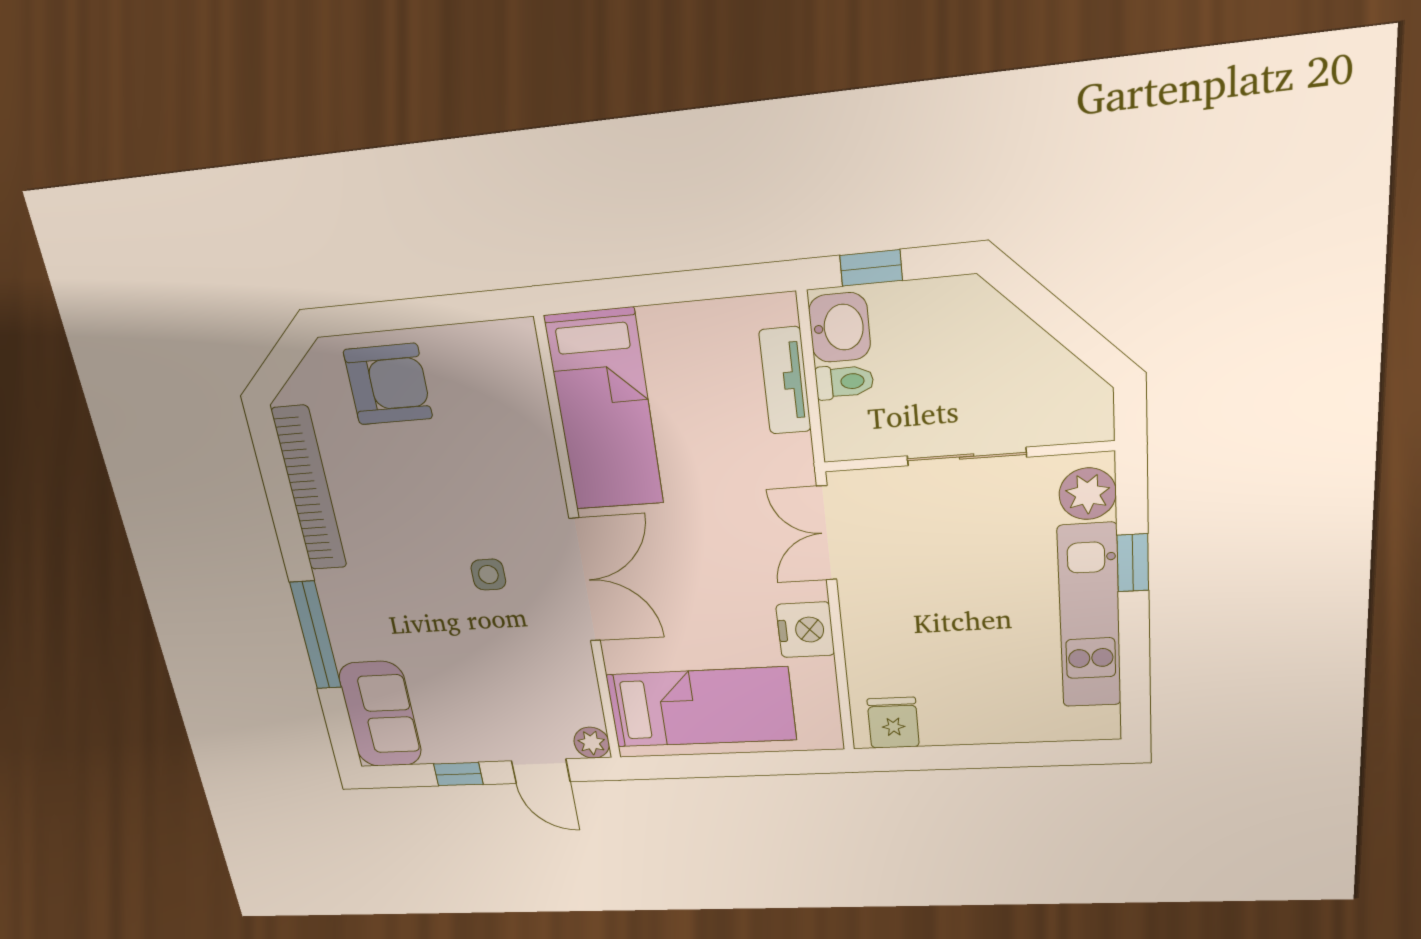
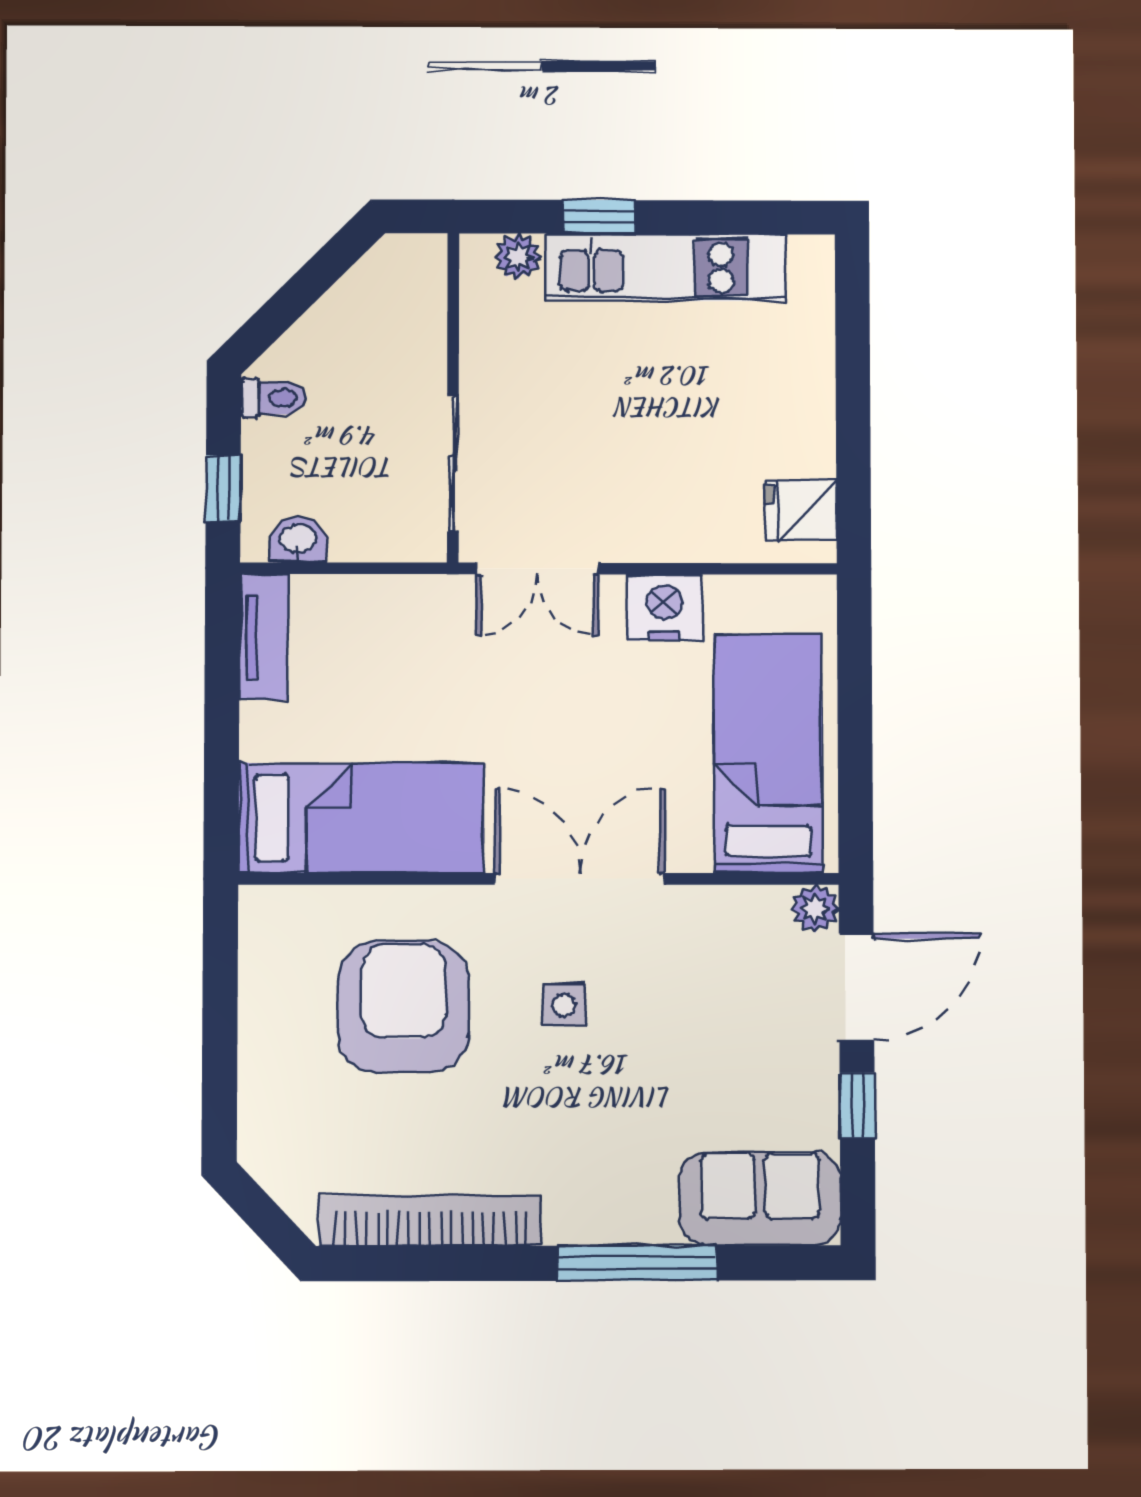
washbasin: (840, 328) -> (298, 540), width x0.72, depth x0.69
tv unit: (785, 381) -> (264, 637), moved, turned -90
toilet: (844, 382) -> (274, 398), moved, turned 90
armchair: (388, 384) -> (403, 1007), moved, width x1.36, depth x1.36
sliding door: (967, 457) -> (453, 464), moved
plant: (1088, 494) -> (518, 257), width x0.73, depth x0.73
door: (541, 771) -> (857, 987), width x1.38

